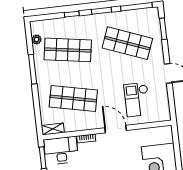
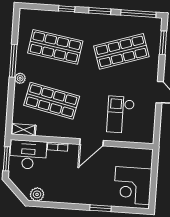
plant: (36, 39) -> (20, 78), moved
shop shelf: (127, 43) -> (121, 51), turned -39
door: (116, 129) -> (92, 142), swing flipped

